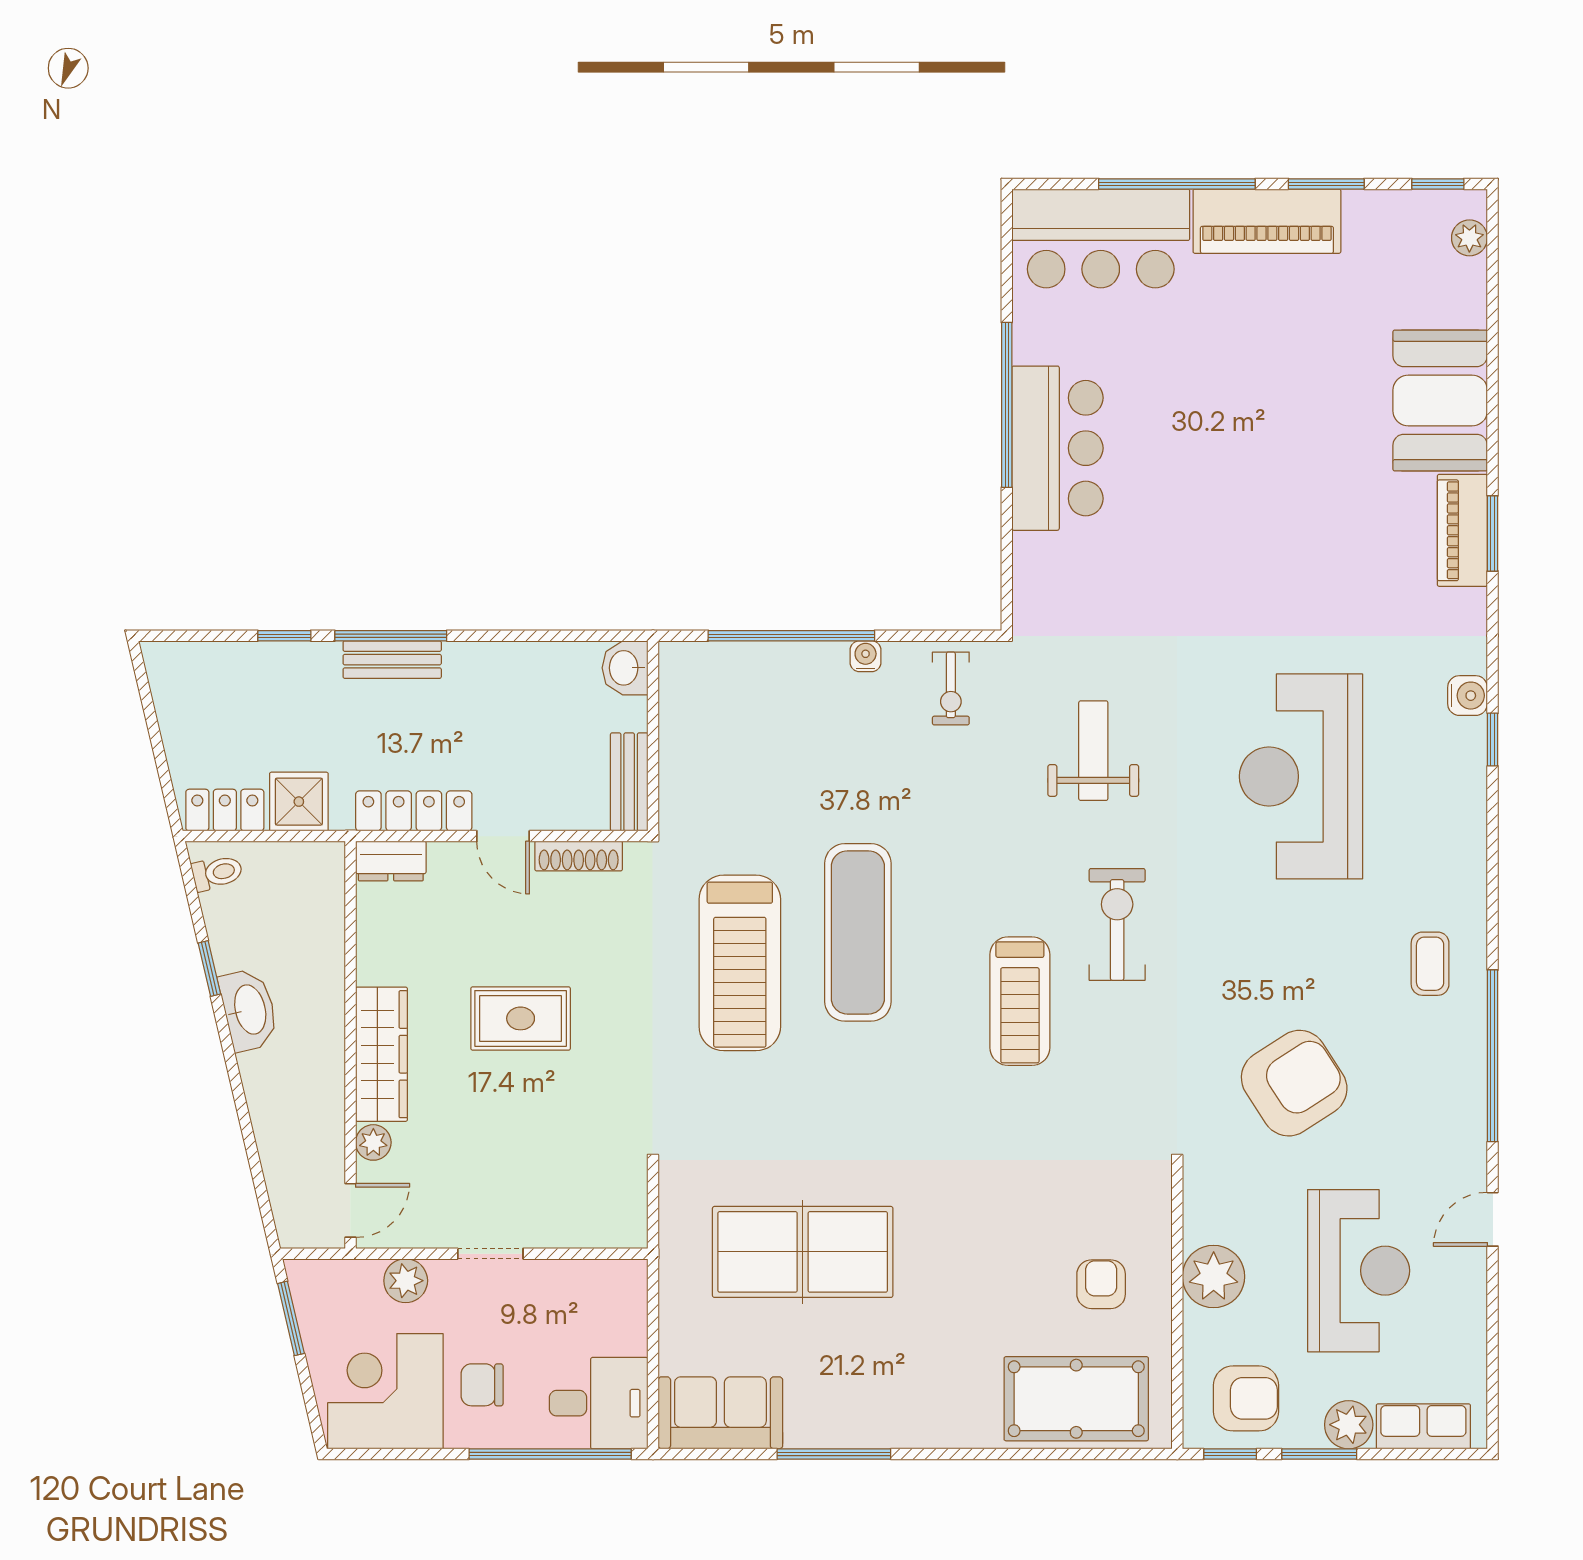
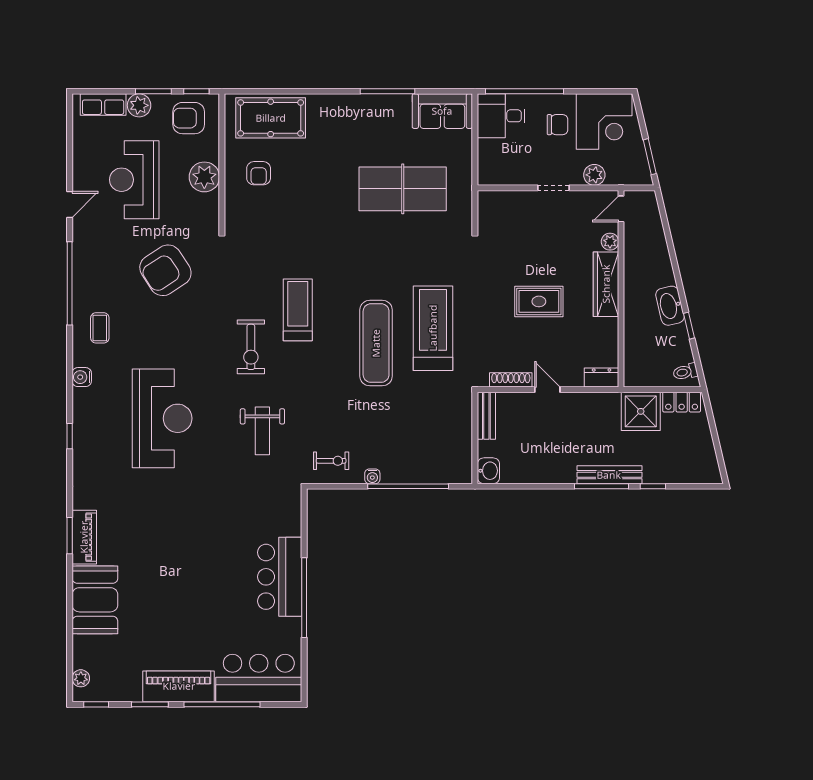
bench: (392, 660) -> (609, 475), width x1.36
exercise bike: (951, 688) -> (331, 461), turned 90
water cooler: (1468, 696) -> (82, 377), moved
shower: (299, 802) -> (641, 411), width x1.36, depth x1.36
locker: (414, 811) -> (590, 402), removed

